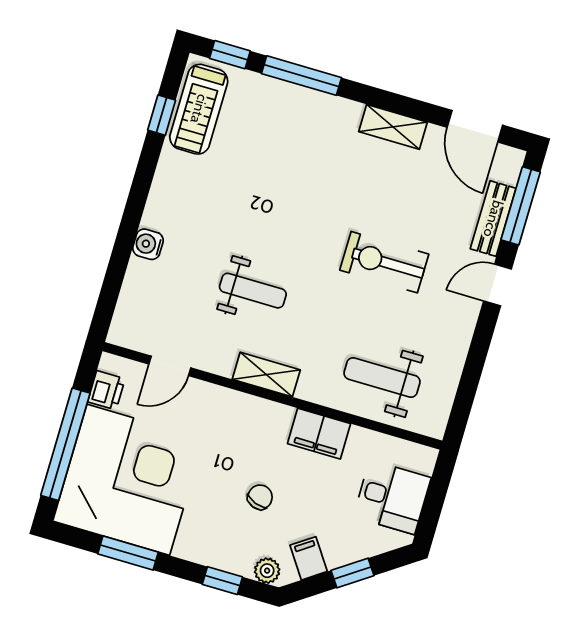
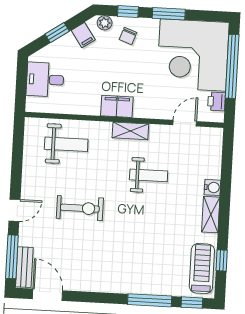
shelving: (393, 127) -> (211, 215), moved, turned 90
bench: (493, 219) -> (24, 267), moved
weight bench: (253, 291) -> (149, 175), turned 180
filing cabinet: (319, 434) -> (117, 106), moved
chair: (260, 497) -> (128, 36), moved
window: (128, 553) -> (169, 14), moved

